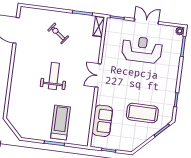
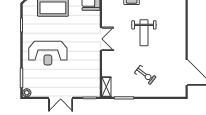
reception desk: (142, 50) -> (48, 53), moved

